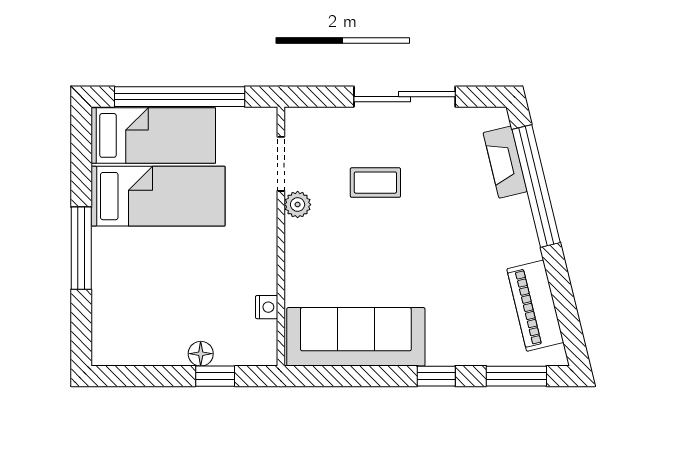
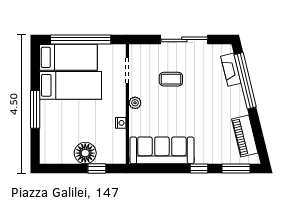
plant: (298, 205) -> (135, 103), moved
nightstand: (267, 307) -> (121, 123), moved
floor lamp: (201, 354) -> (85, 153), width x1.89, depth x1.89

